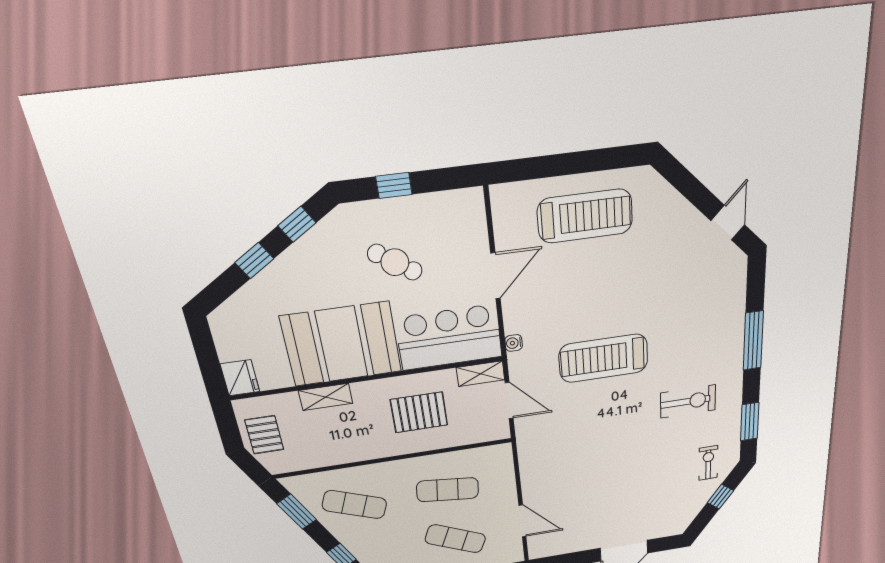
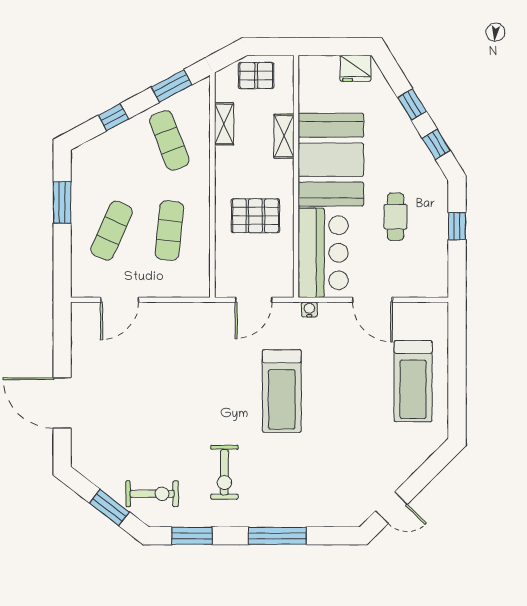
cafe table: (395, 262) -> (396, 217), turned -34
treadmill: (604, 358) -> (282, 391), turned 180
shelving: (481, 374) -> (224, 124), moved
fridge: (240, 378) -> (356, 68), moved
pallet: (419, 412) -> (255, 216), turned 90
exercise bike: (708, 463) -> (152, 494), width x1.38, depth x1.39
window: (720, 497) -> (109, 508), width x1.50
exercise mat: (354, 505) -> (169, 140), turned -42

